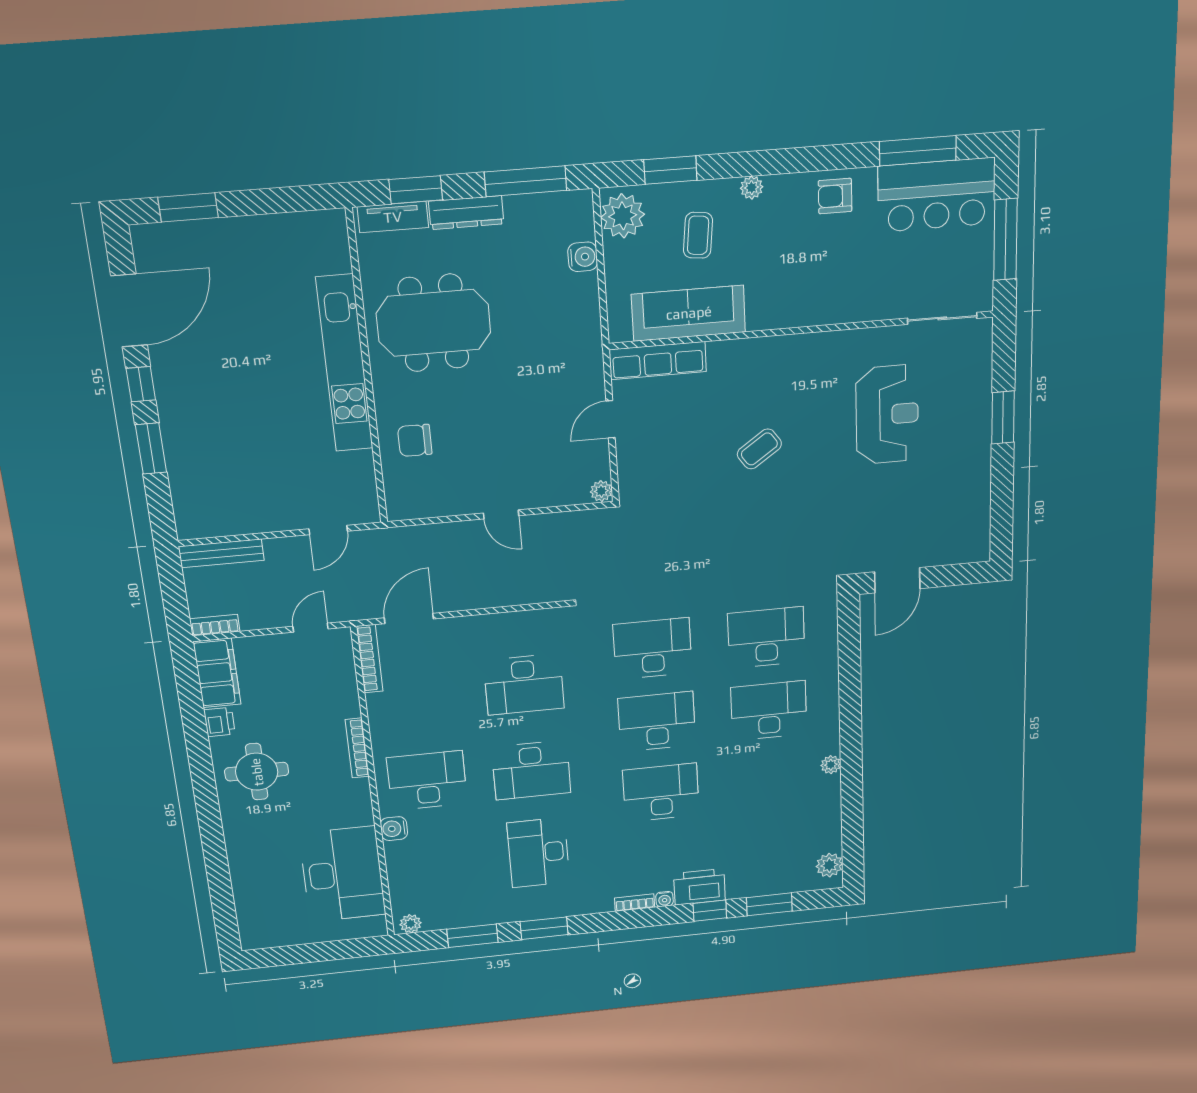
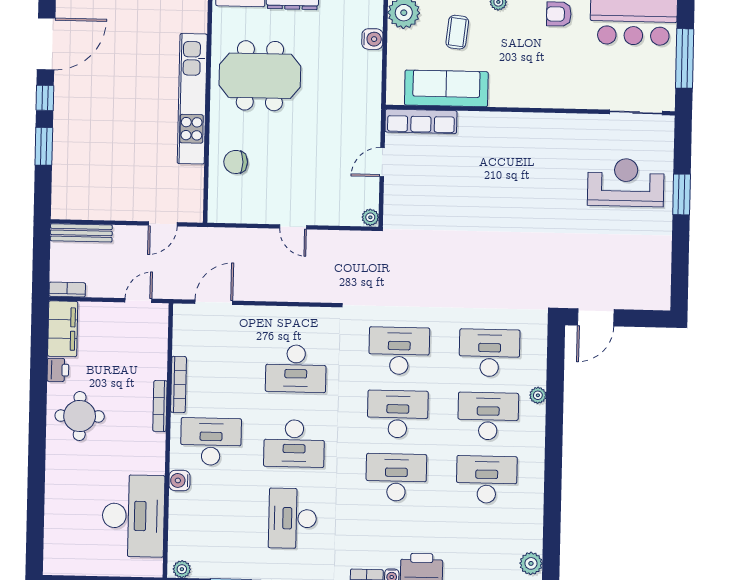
reception desk: (887, 415) -> (626, 182), moved, turned -90
coffee table: (759, 449) -> (493, 198), removed
bookcase: (370, 659) -> (179, 384), moved
plant: (831, 765) -> (538, 395), moved
desk: (771, 781) -> (487, 479), added

